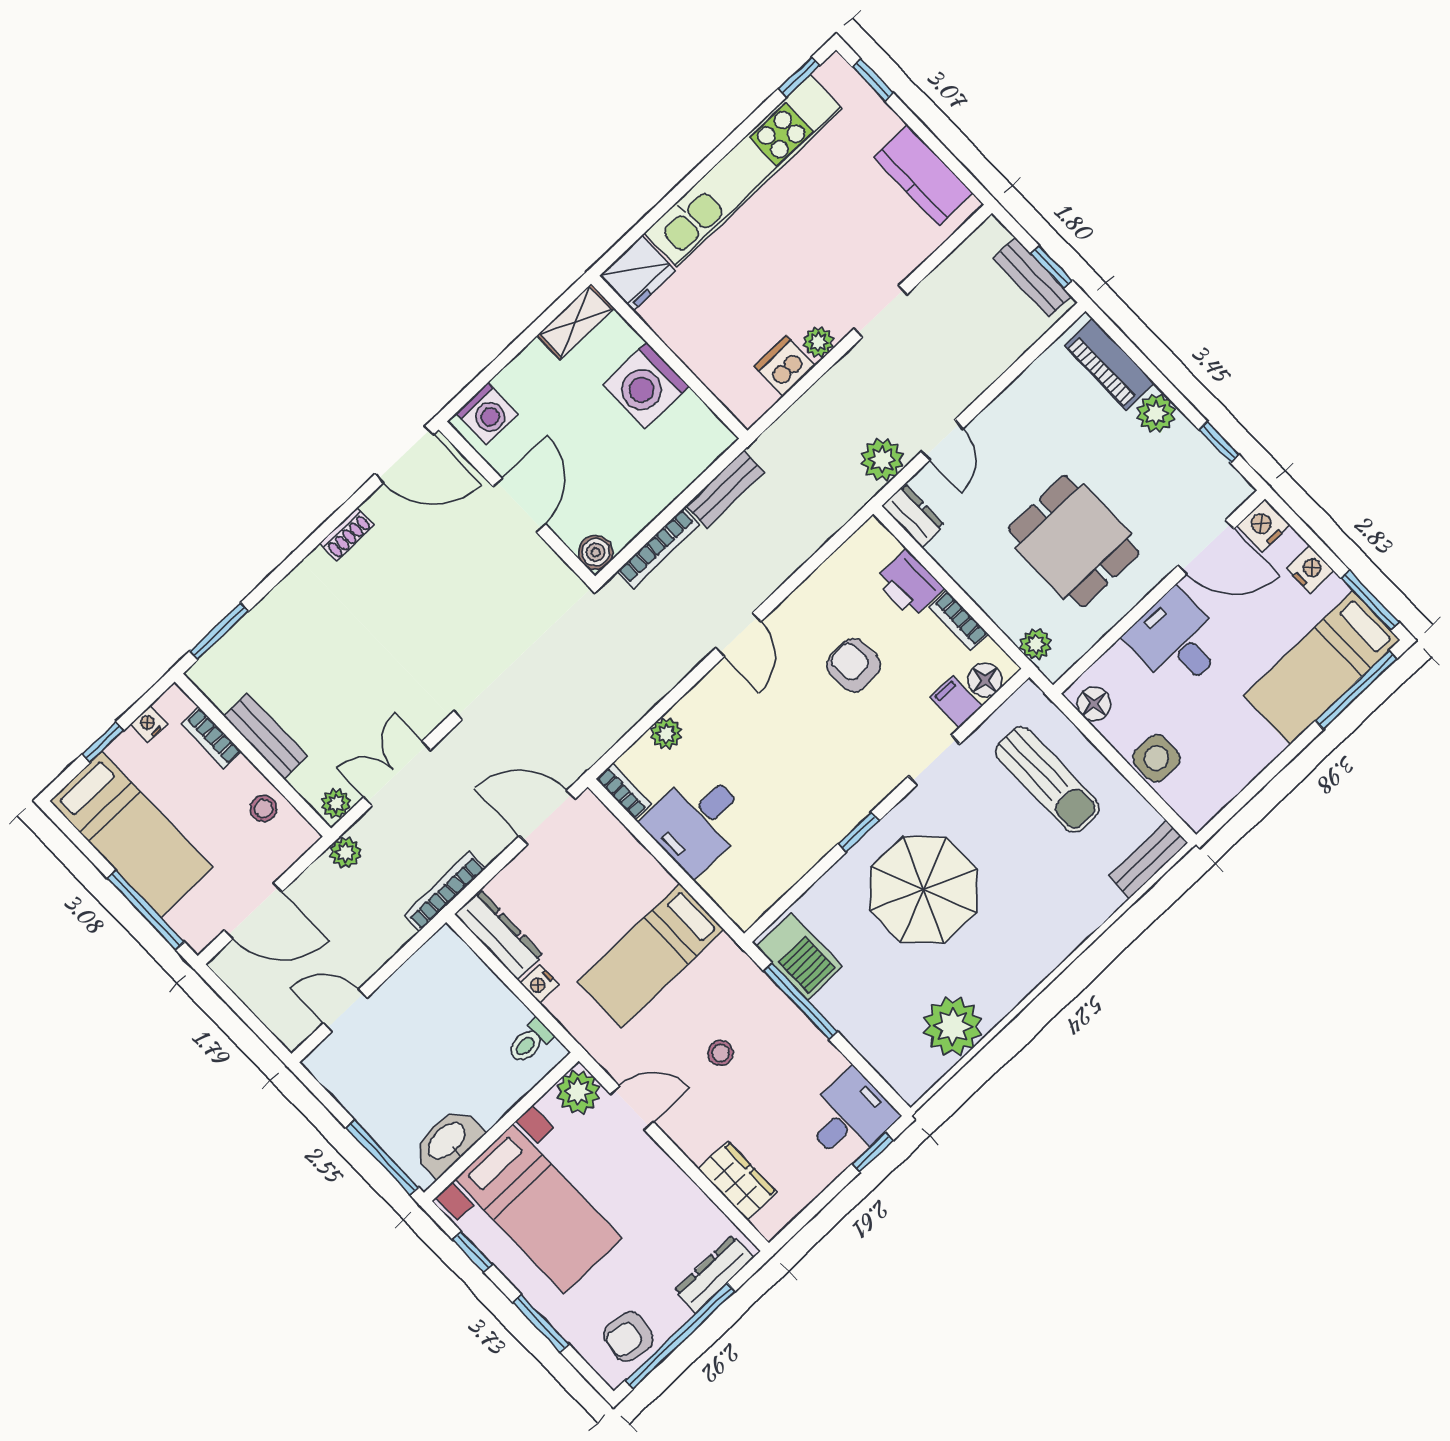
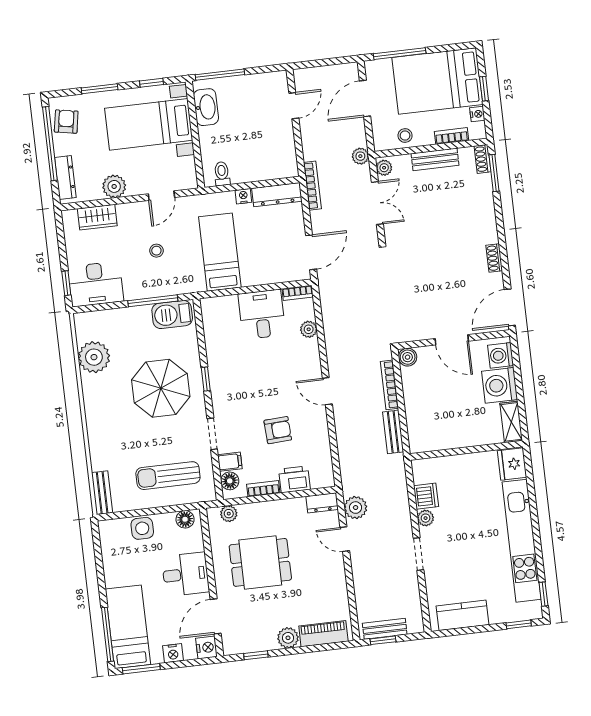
washing machine: (646, 385) -> (500, 385), moved, turned -90
shoe rack: (211, 665) -> (483, 159), added
bed: (131, 834) -> (437, 81), width x1.50
plant: (578, 1092) -> (114, 186), moved
desk: (850, 1117) -> (96, 284), width x1.37

